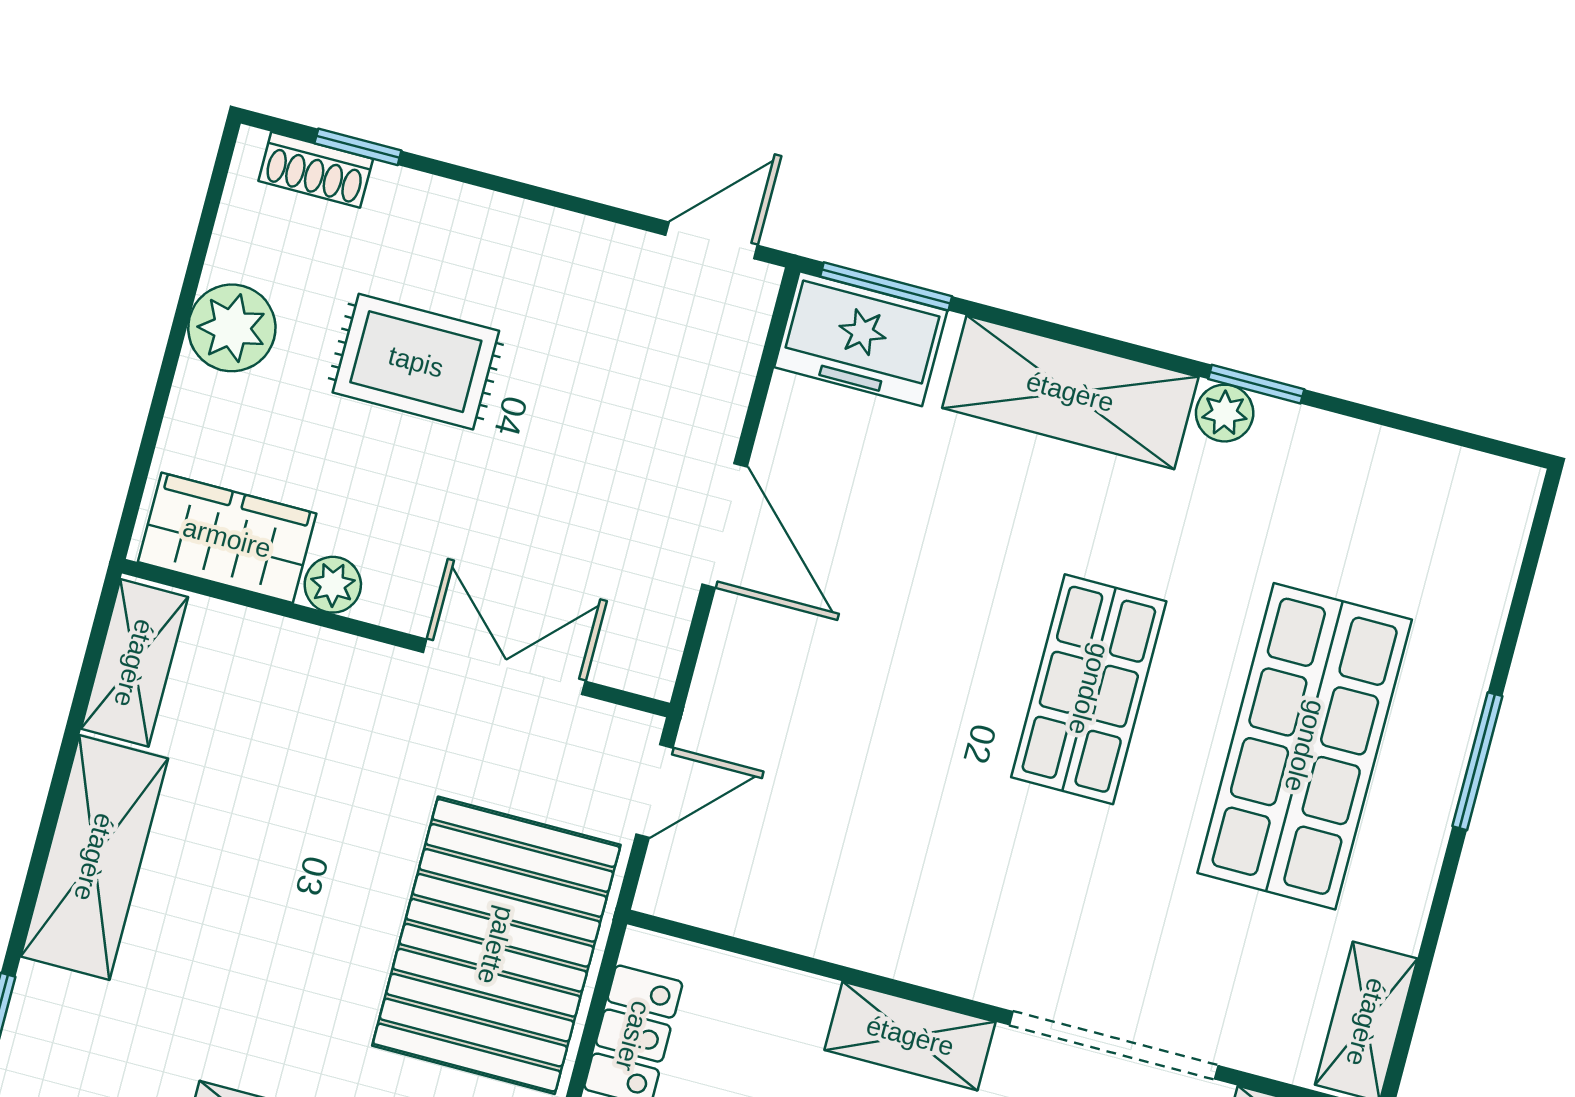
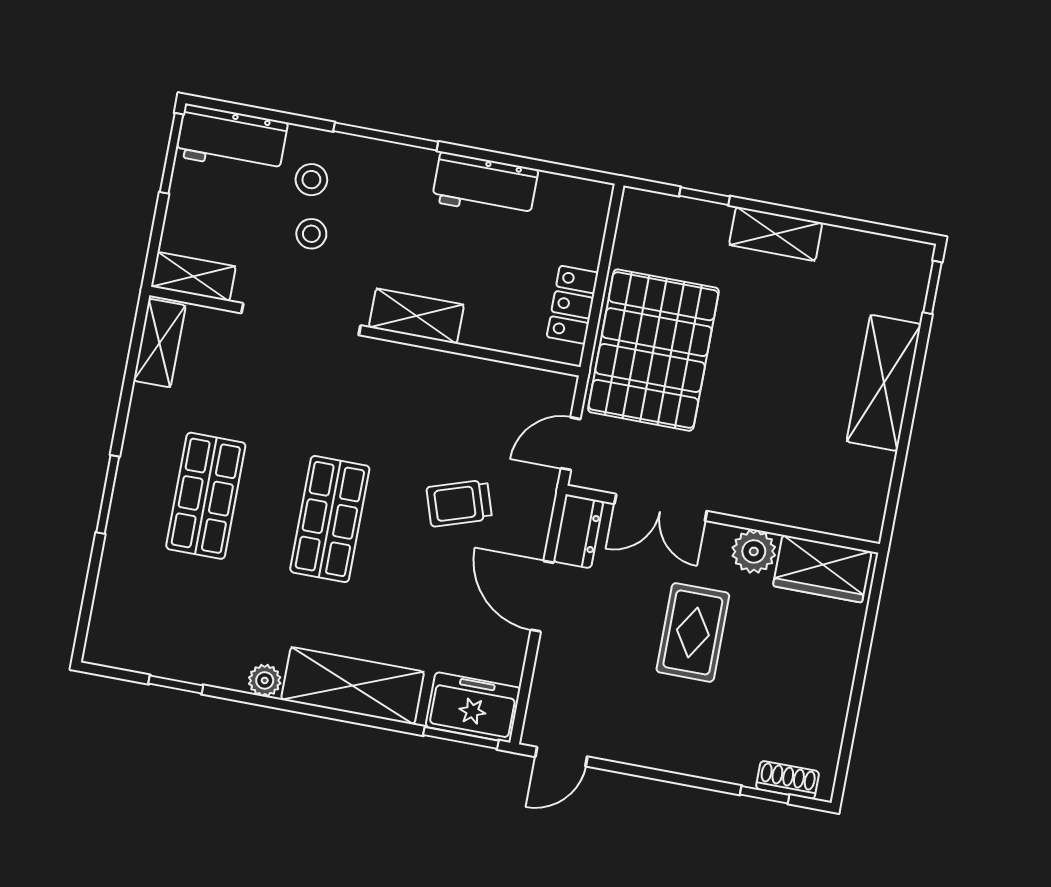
plant: (232, 328) -> (828, 687), removed
rug: (416, 362) -> (693, 632), moved, turned 90
window: (1256, 384) -> (176, 685), moved
plant: (333, 585) -> (754, 551), width x1.38, depth x1.38
dresser: (652, 635) -> (578, 531), added
shelving: (134, 663) -> (869, 494), removed
trolley: (859, 700) -> (459, 503), added
shop shelf: (1305, 746) -> (206, 496), width x0.70, depth x0.74

